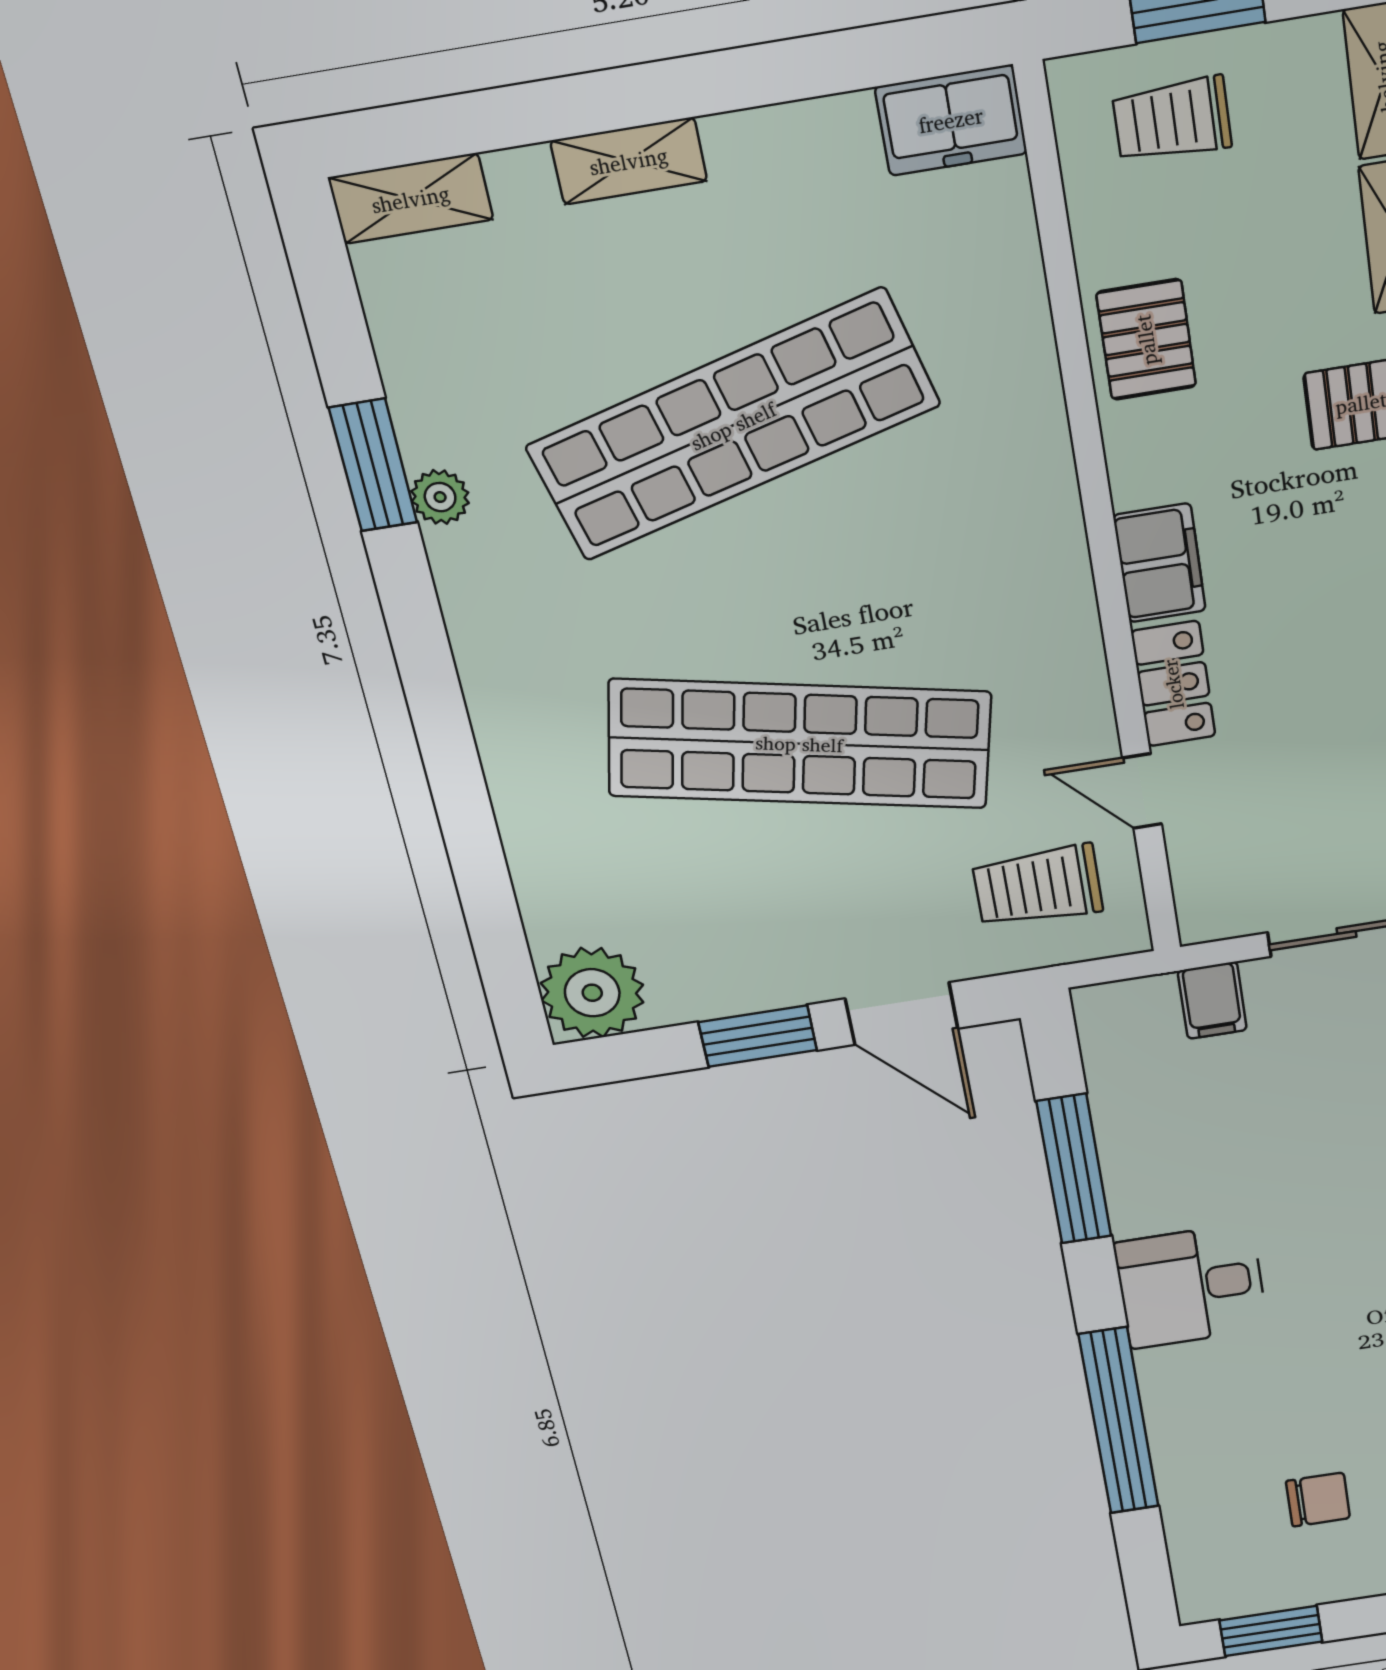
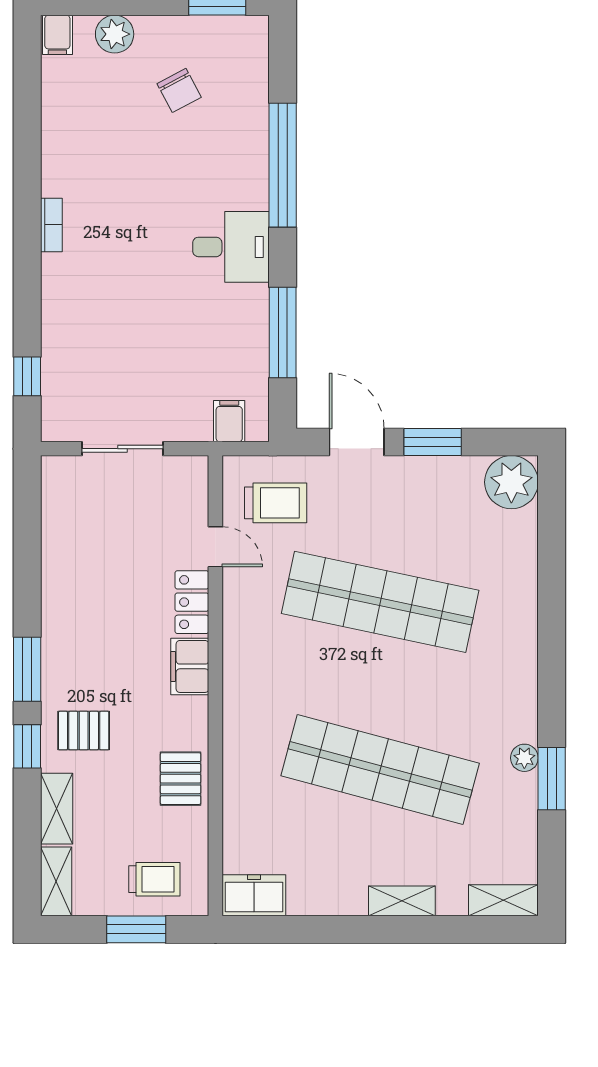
shop shelf: (733, 426) -> (380, 770), turned 30
filing cabinet: (1212, 1000) -> (229, 421), moved
chair: (1318, 1500) -> (179, 90), turned -118

